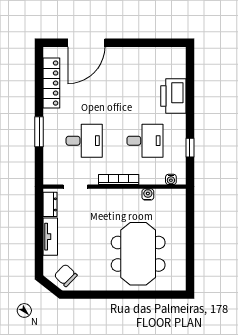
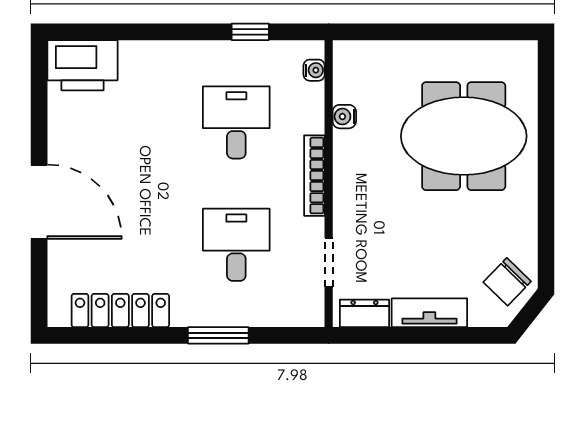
door: (86, 43) -> (39, 202), moved
printer: (173, 96) -> (82, 65), moved

